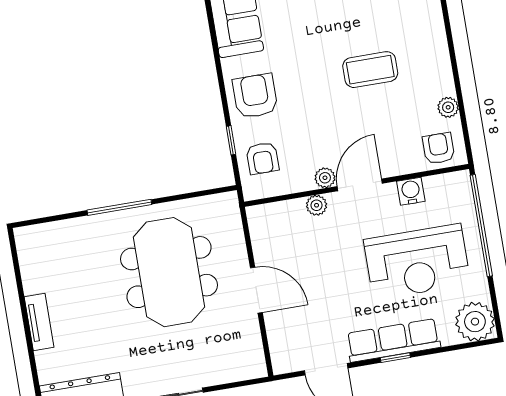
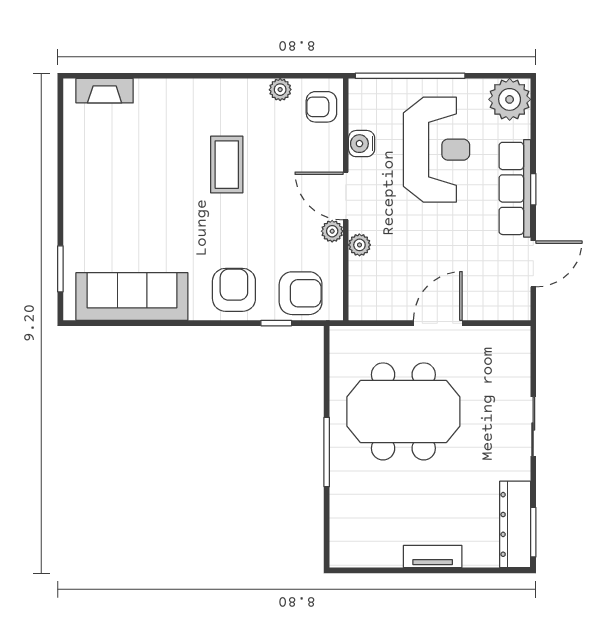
armchair: (255, 96) -> (234, 290), turned 90
armchair: (263, 158) -> (301, 293), width x1.38, depth x1.38

